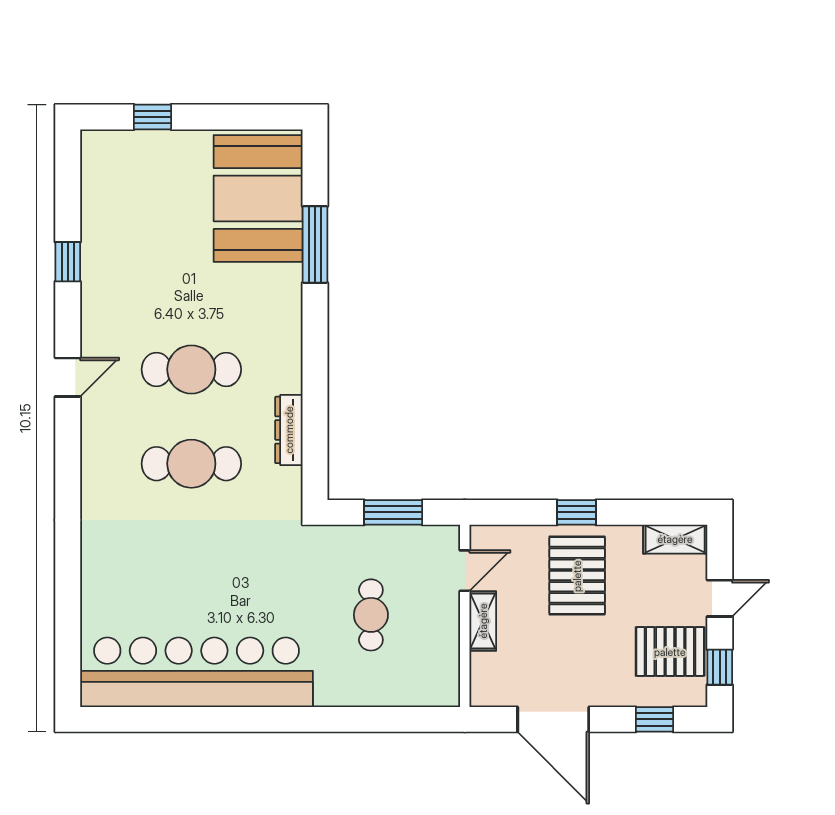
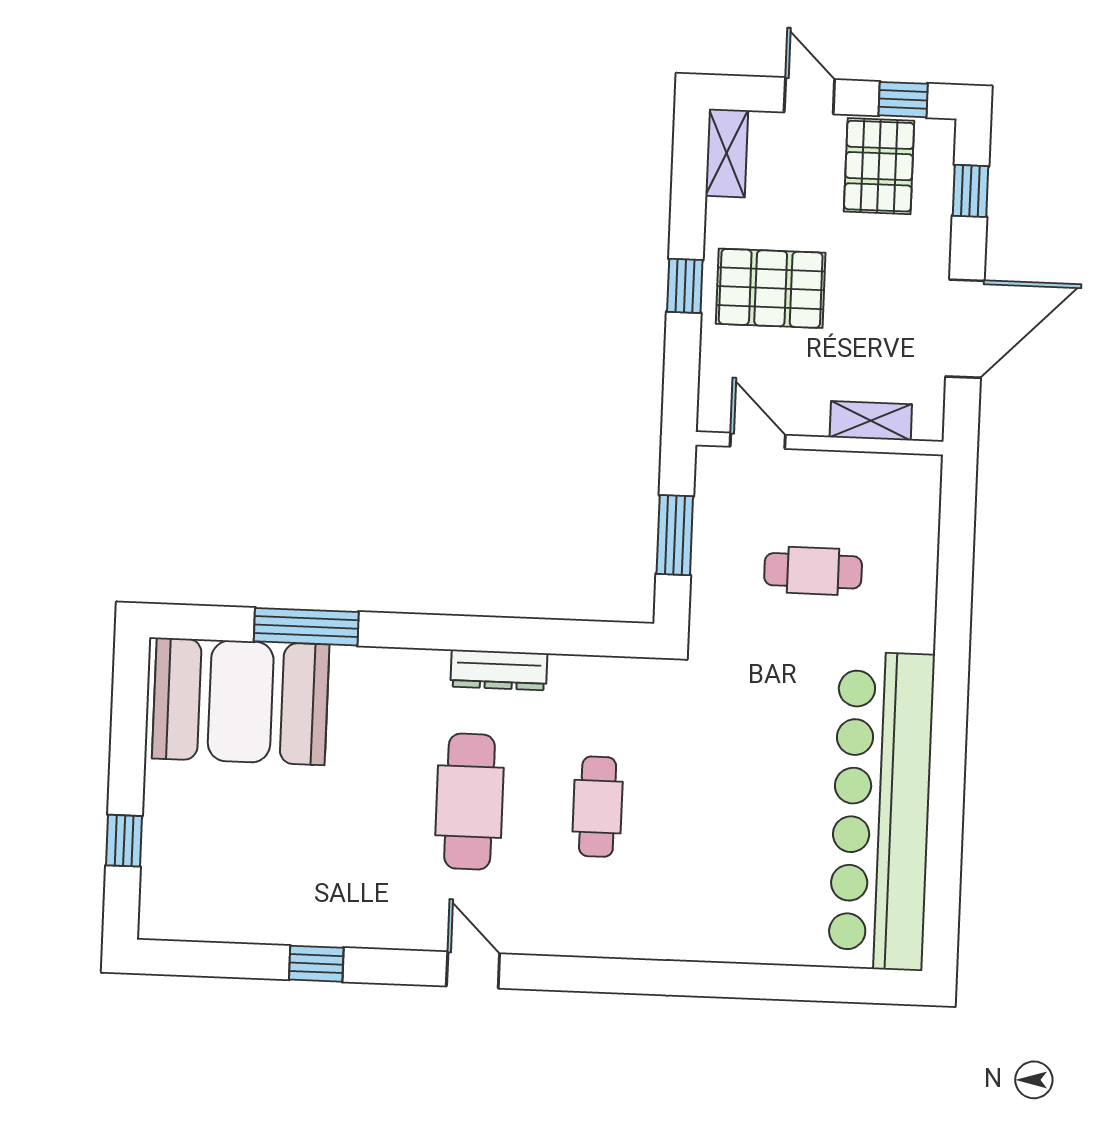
dresser: (289, 430) -> (499, 670), moved
cafe table: (191, 464) -> (598, 807), width x0.73, depth x0.74
shelving: (483, 621) -> (871, 421), moved

